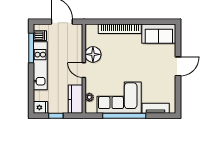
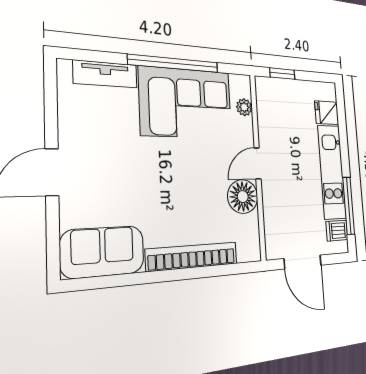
door: (84, 70) -> (258, 163), swing flipped
kitchen counter: (76, 99) -> (269, 105), removed
fridge: (41, 107) -> (327, 113), moved
window: (56, 116) -> (282, 74), moved

